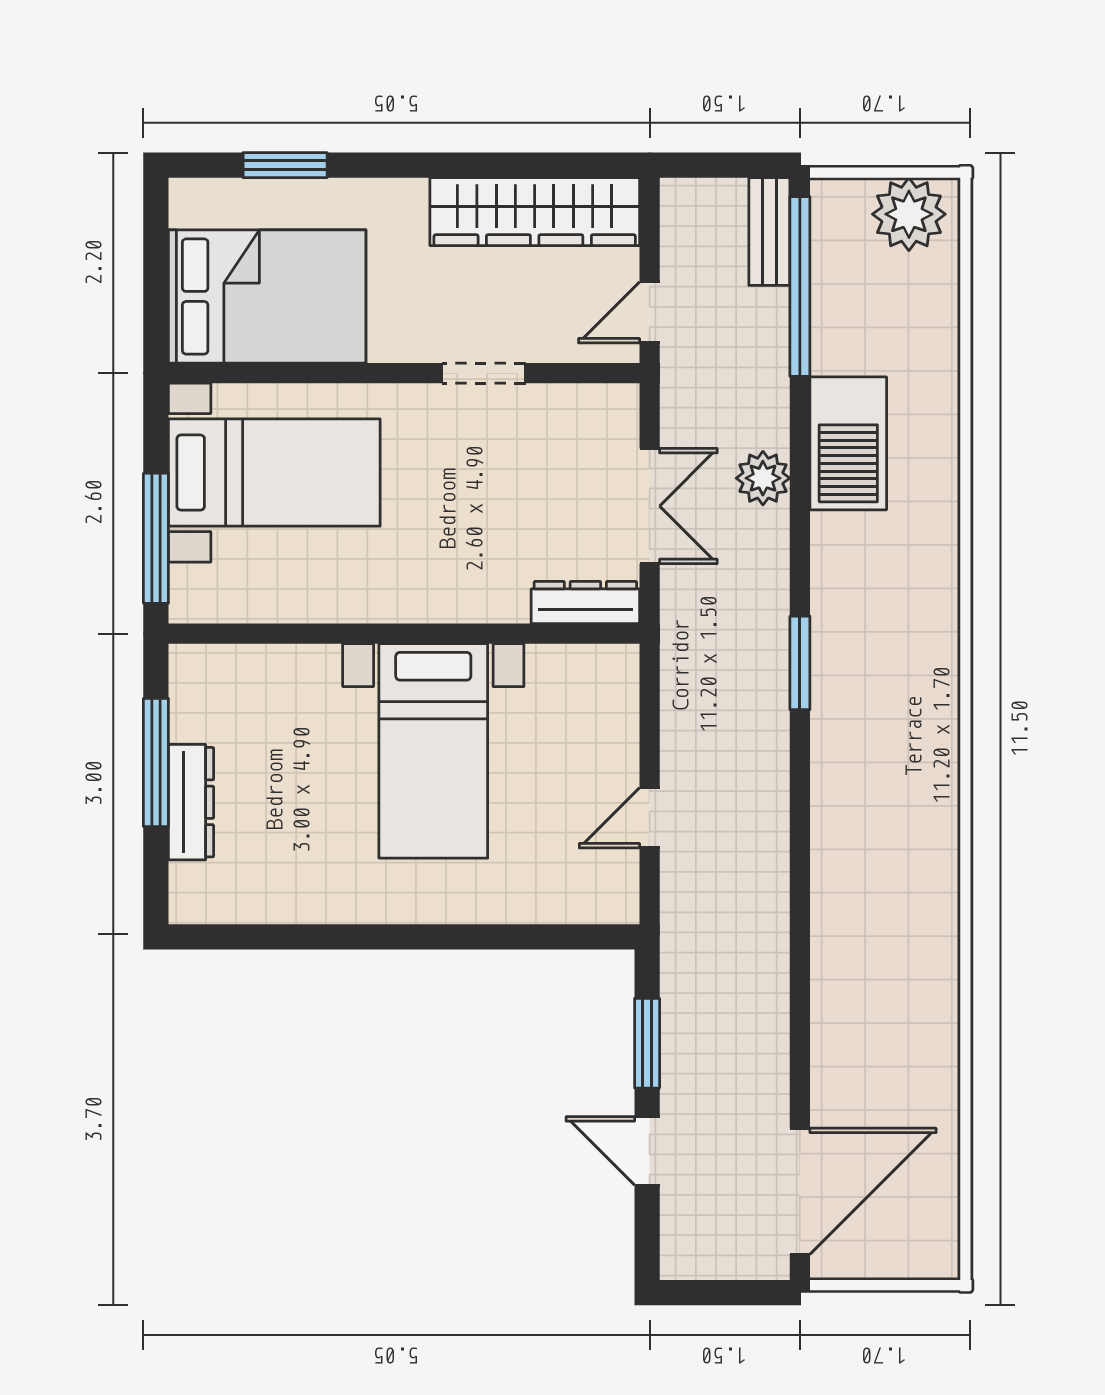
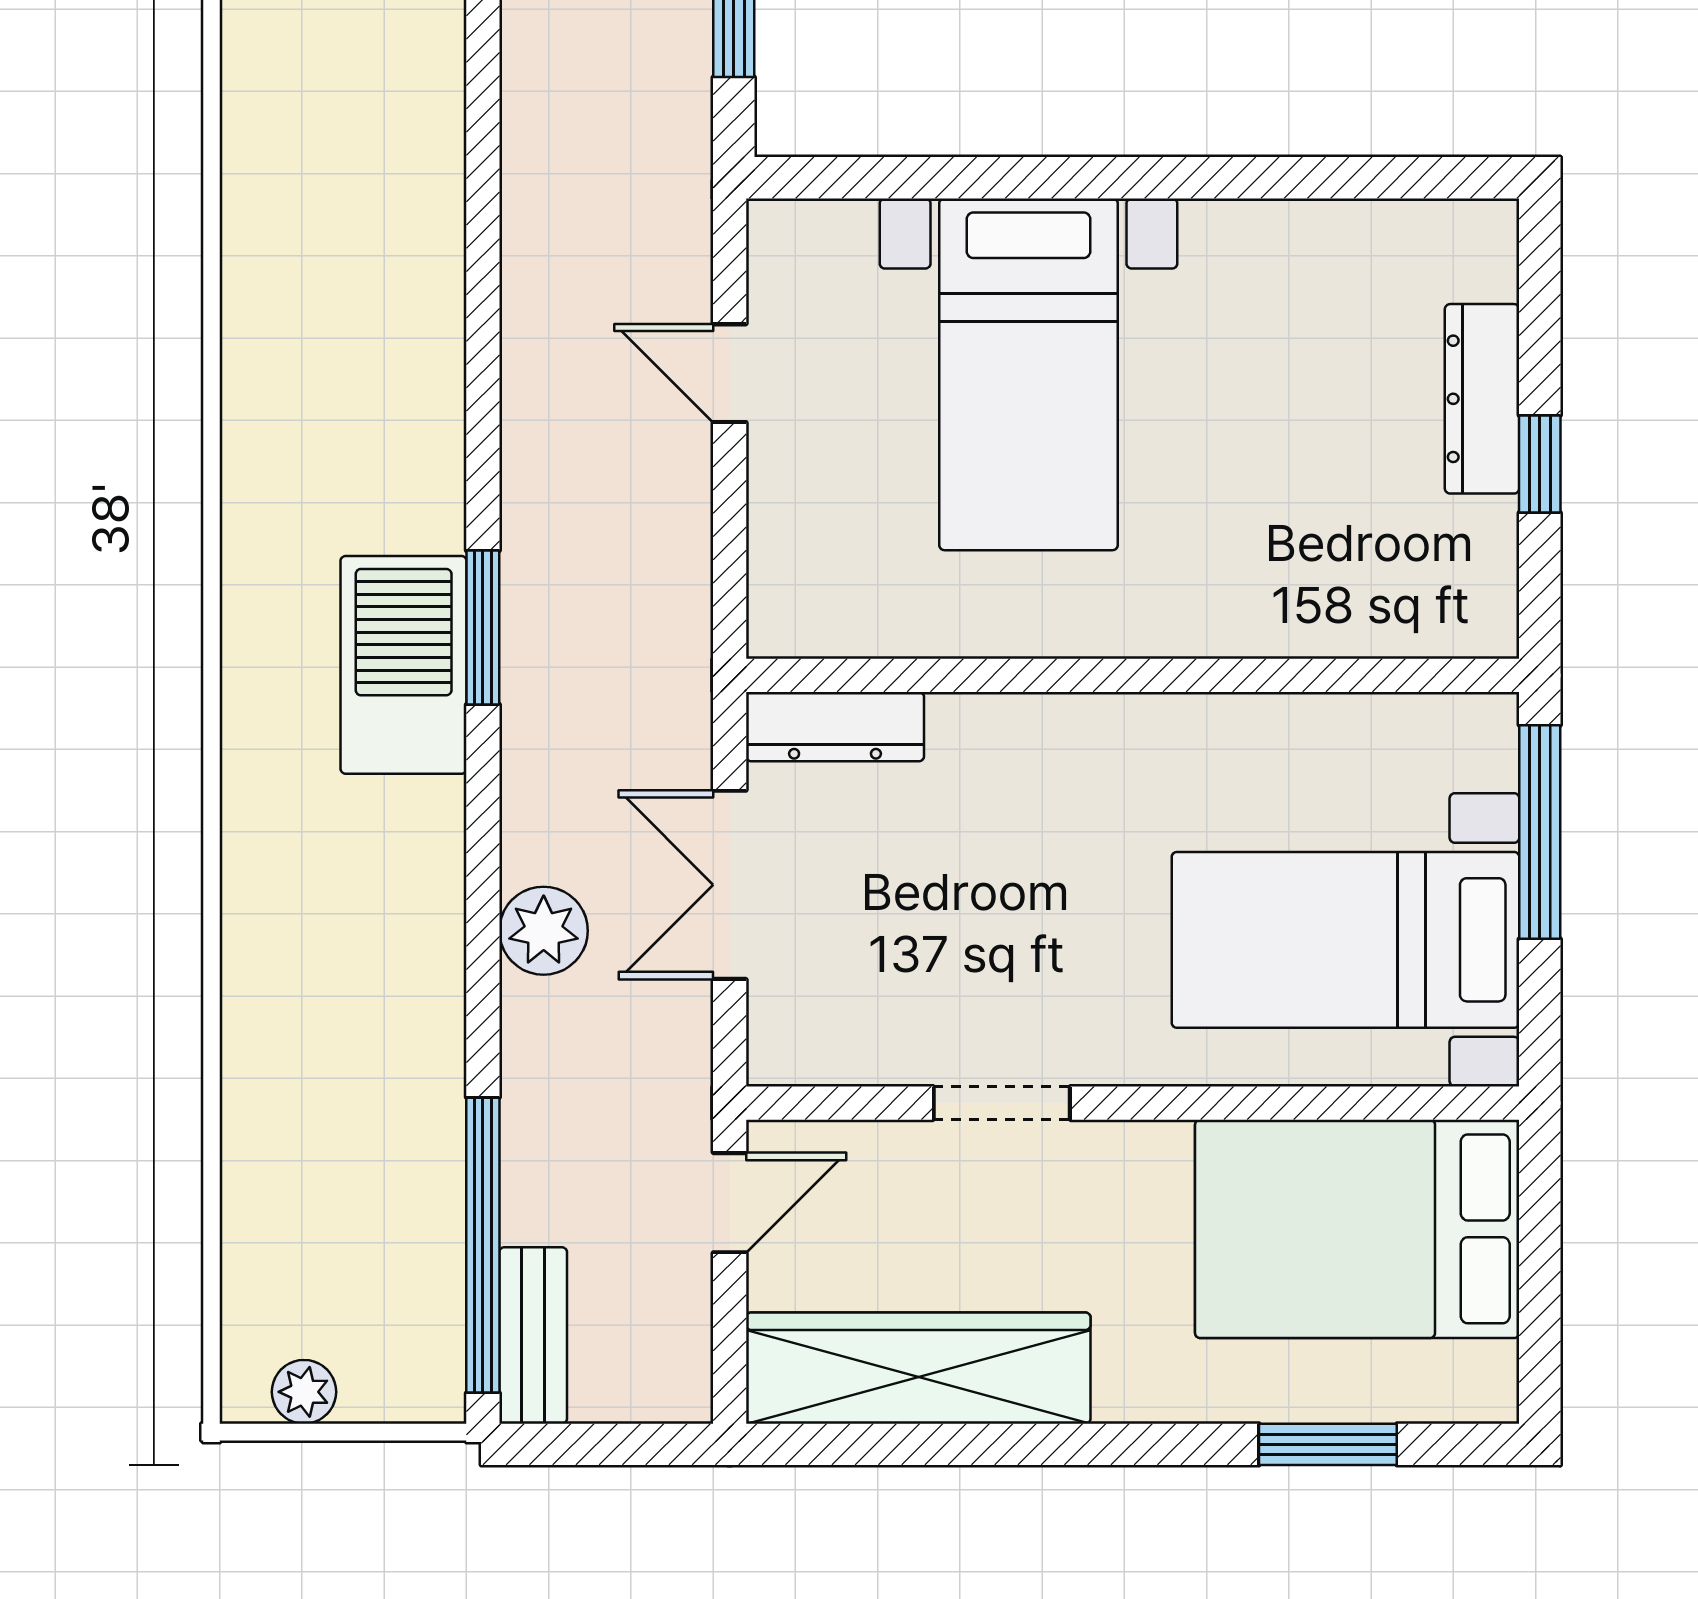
plant: (909, 214) -> (304, 1392), width x0.53, depth x0.53
barbecue: (848, 443) -> (404, 665), moved
bed with nightstands: (433, 751) -> (1028, 374), moved, turned 180
window: (156, 763) -> (1540, 464), width x0.46
door: (650, 818) -> (730, 373), swing flipped

